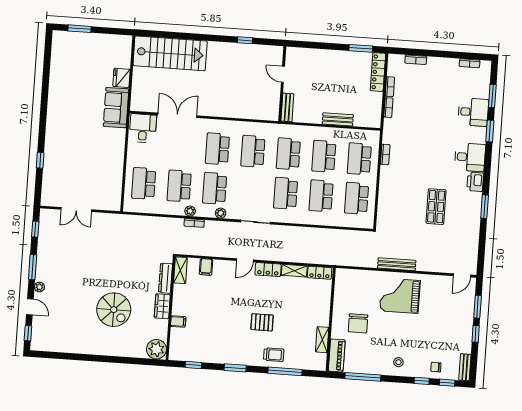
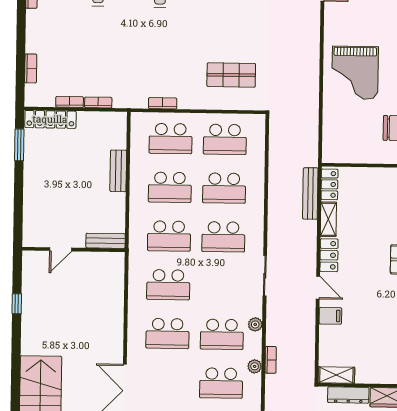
shop shelf: (436, 207) -> (231, 75), moved
bench: (397, 264) -> (310, 193), moved
filing cabinet: (206, 267) -> (330, 316), moved

